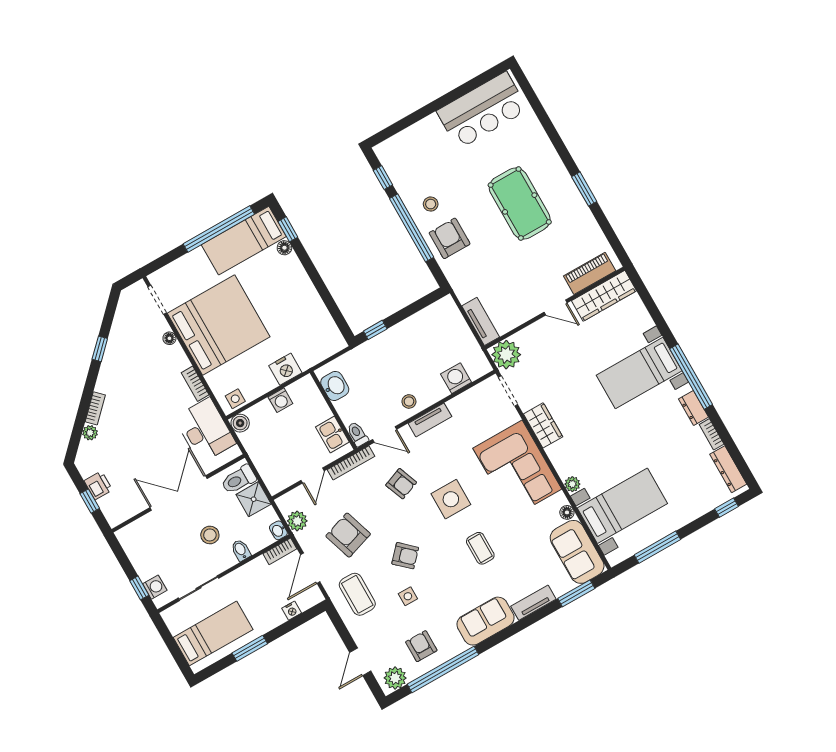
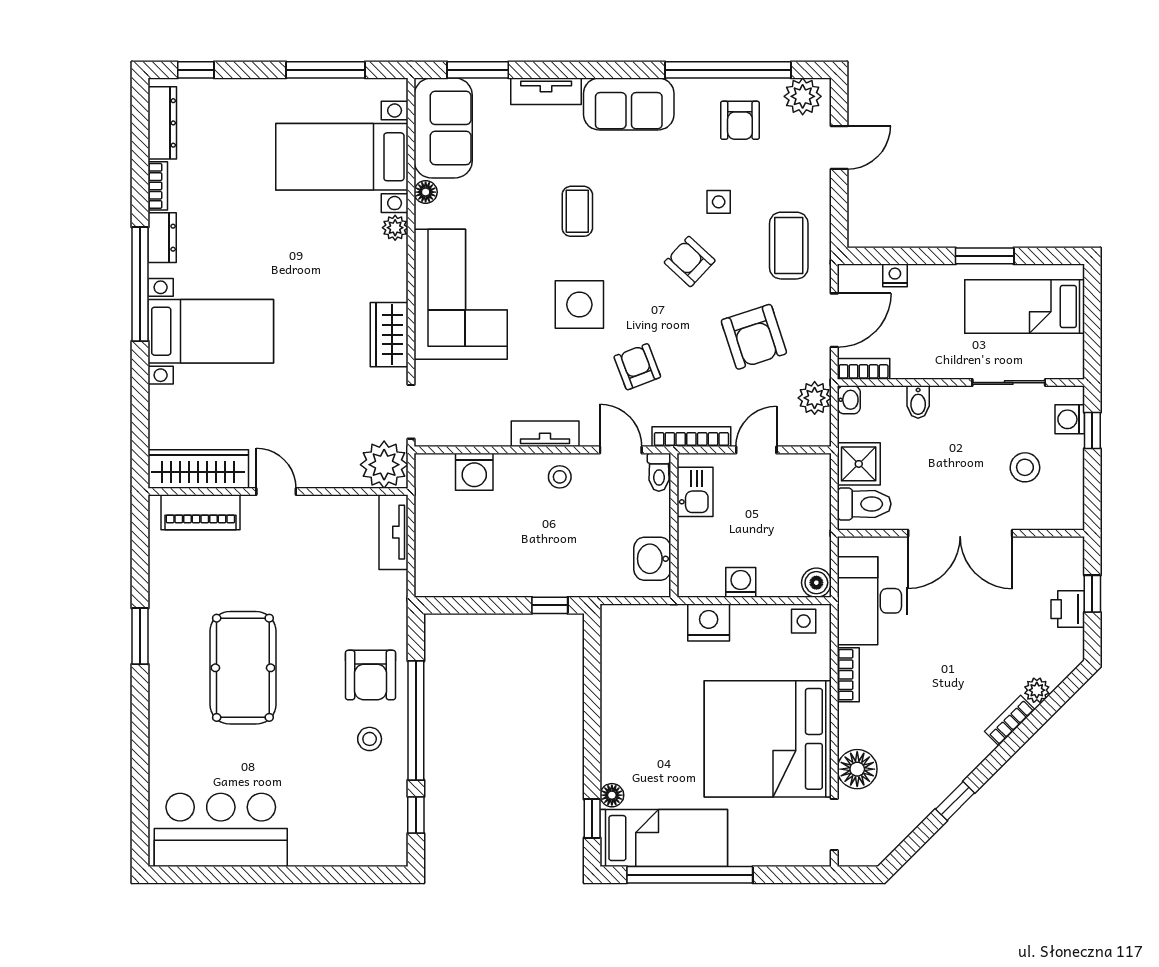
floor lamp: (169, 338) -> (857, 769), width x1.89, depth x1.89
stool: (210, 535) -> (1025, 467), moved

